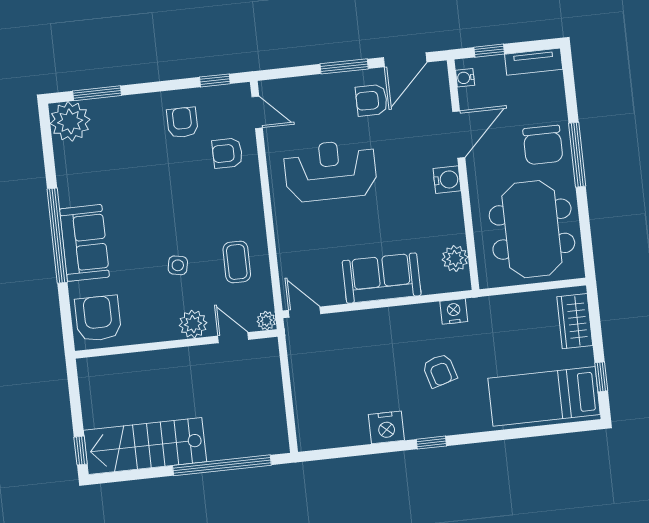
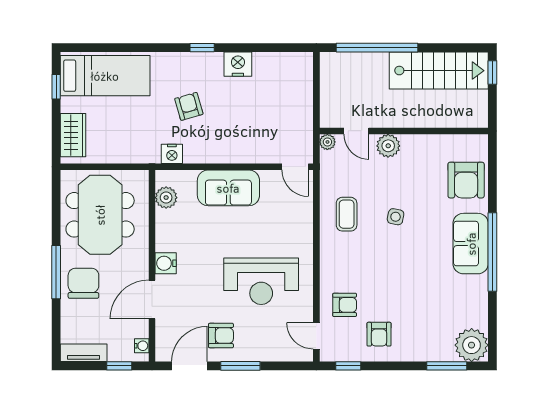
plant: (266, 321) -> (327, 142), moved
plant: (193, 324) -> (388, 146), moved
door: (233, 338) -> (356, 131), moved
wall: (176, 344) -> (404, 131), moved

